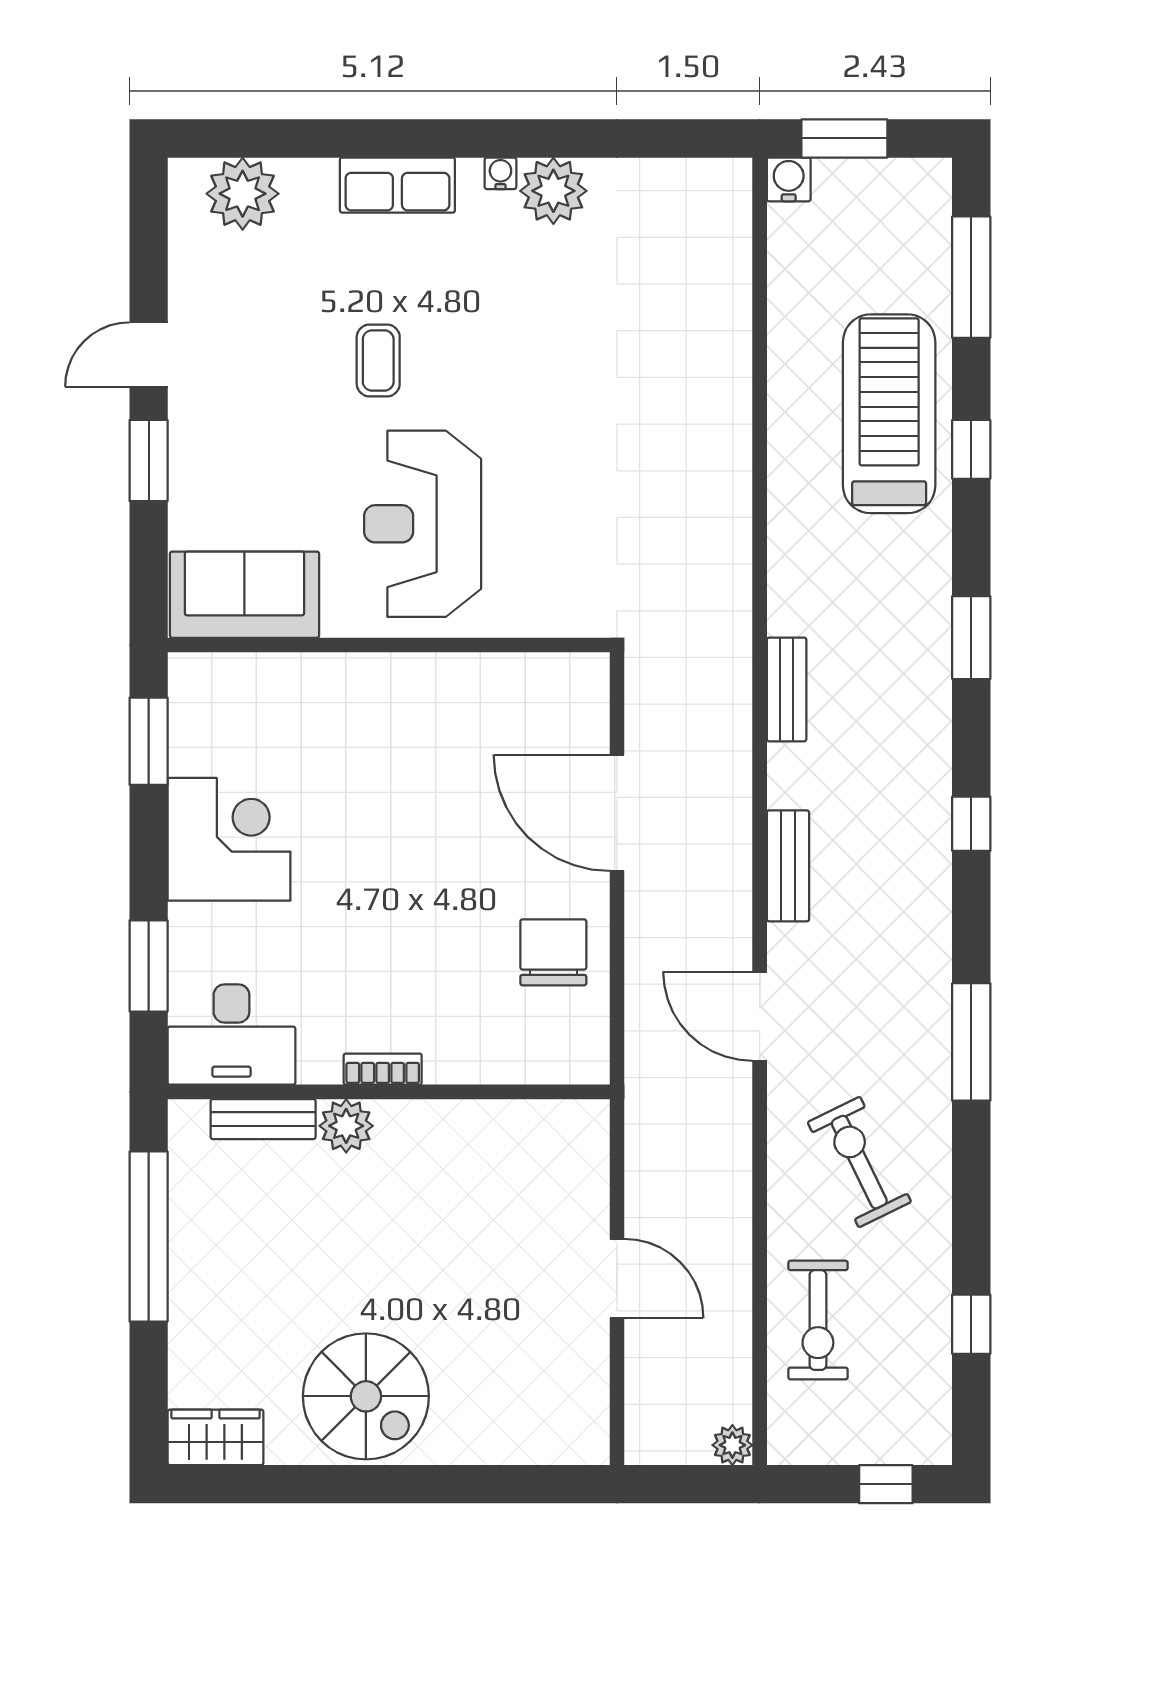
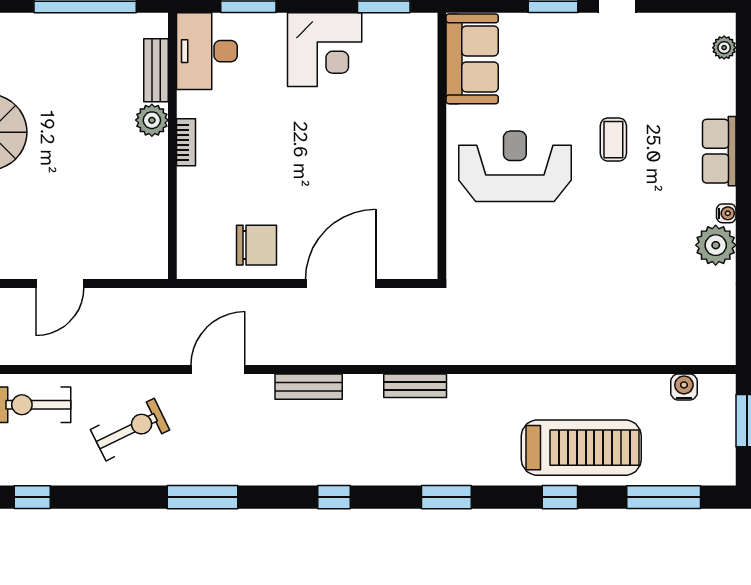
water cooler: (789, 179) -> (684, 387), moved, turned -90
plant: (243, 194) -> (724, 48), width x0.53, depth x0.53
coffee table: (378, 361) -> (613, 140), turned 90

